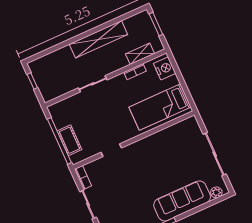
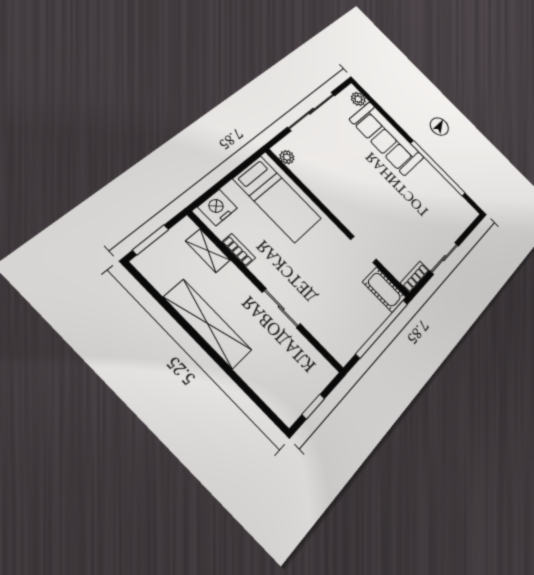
plant: (186, 124) -> (287, 157), added
cot: (69, 140) -> (384, 289), moved, turned 90

